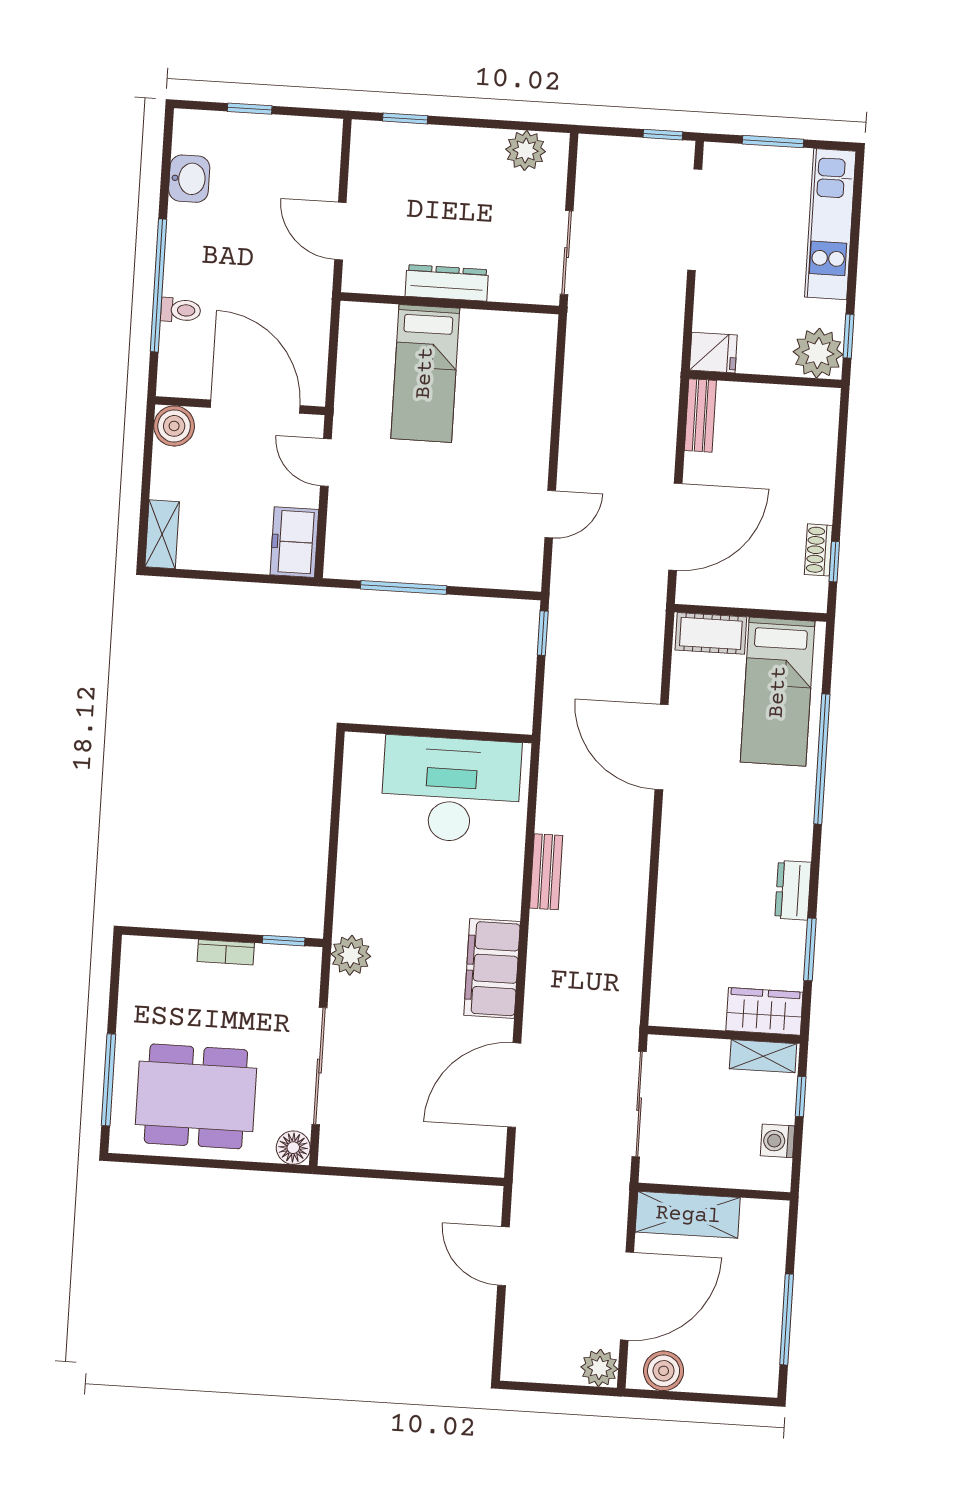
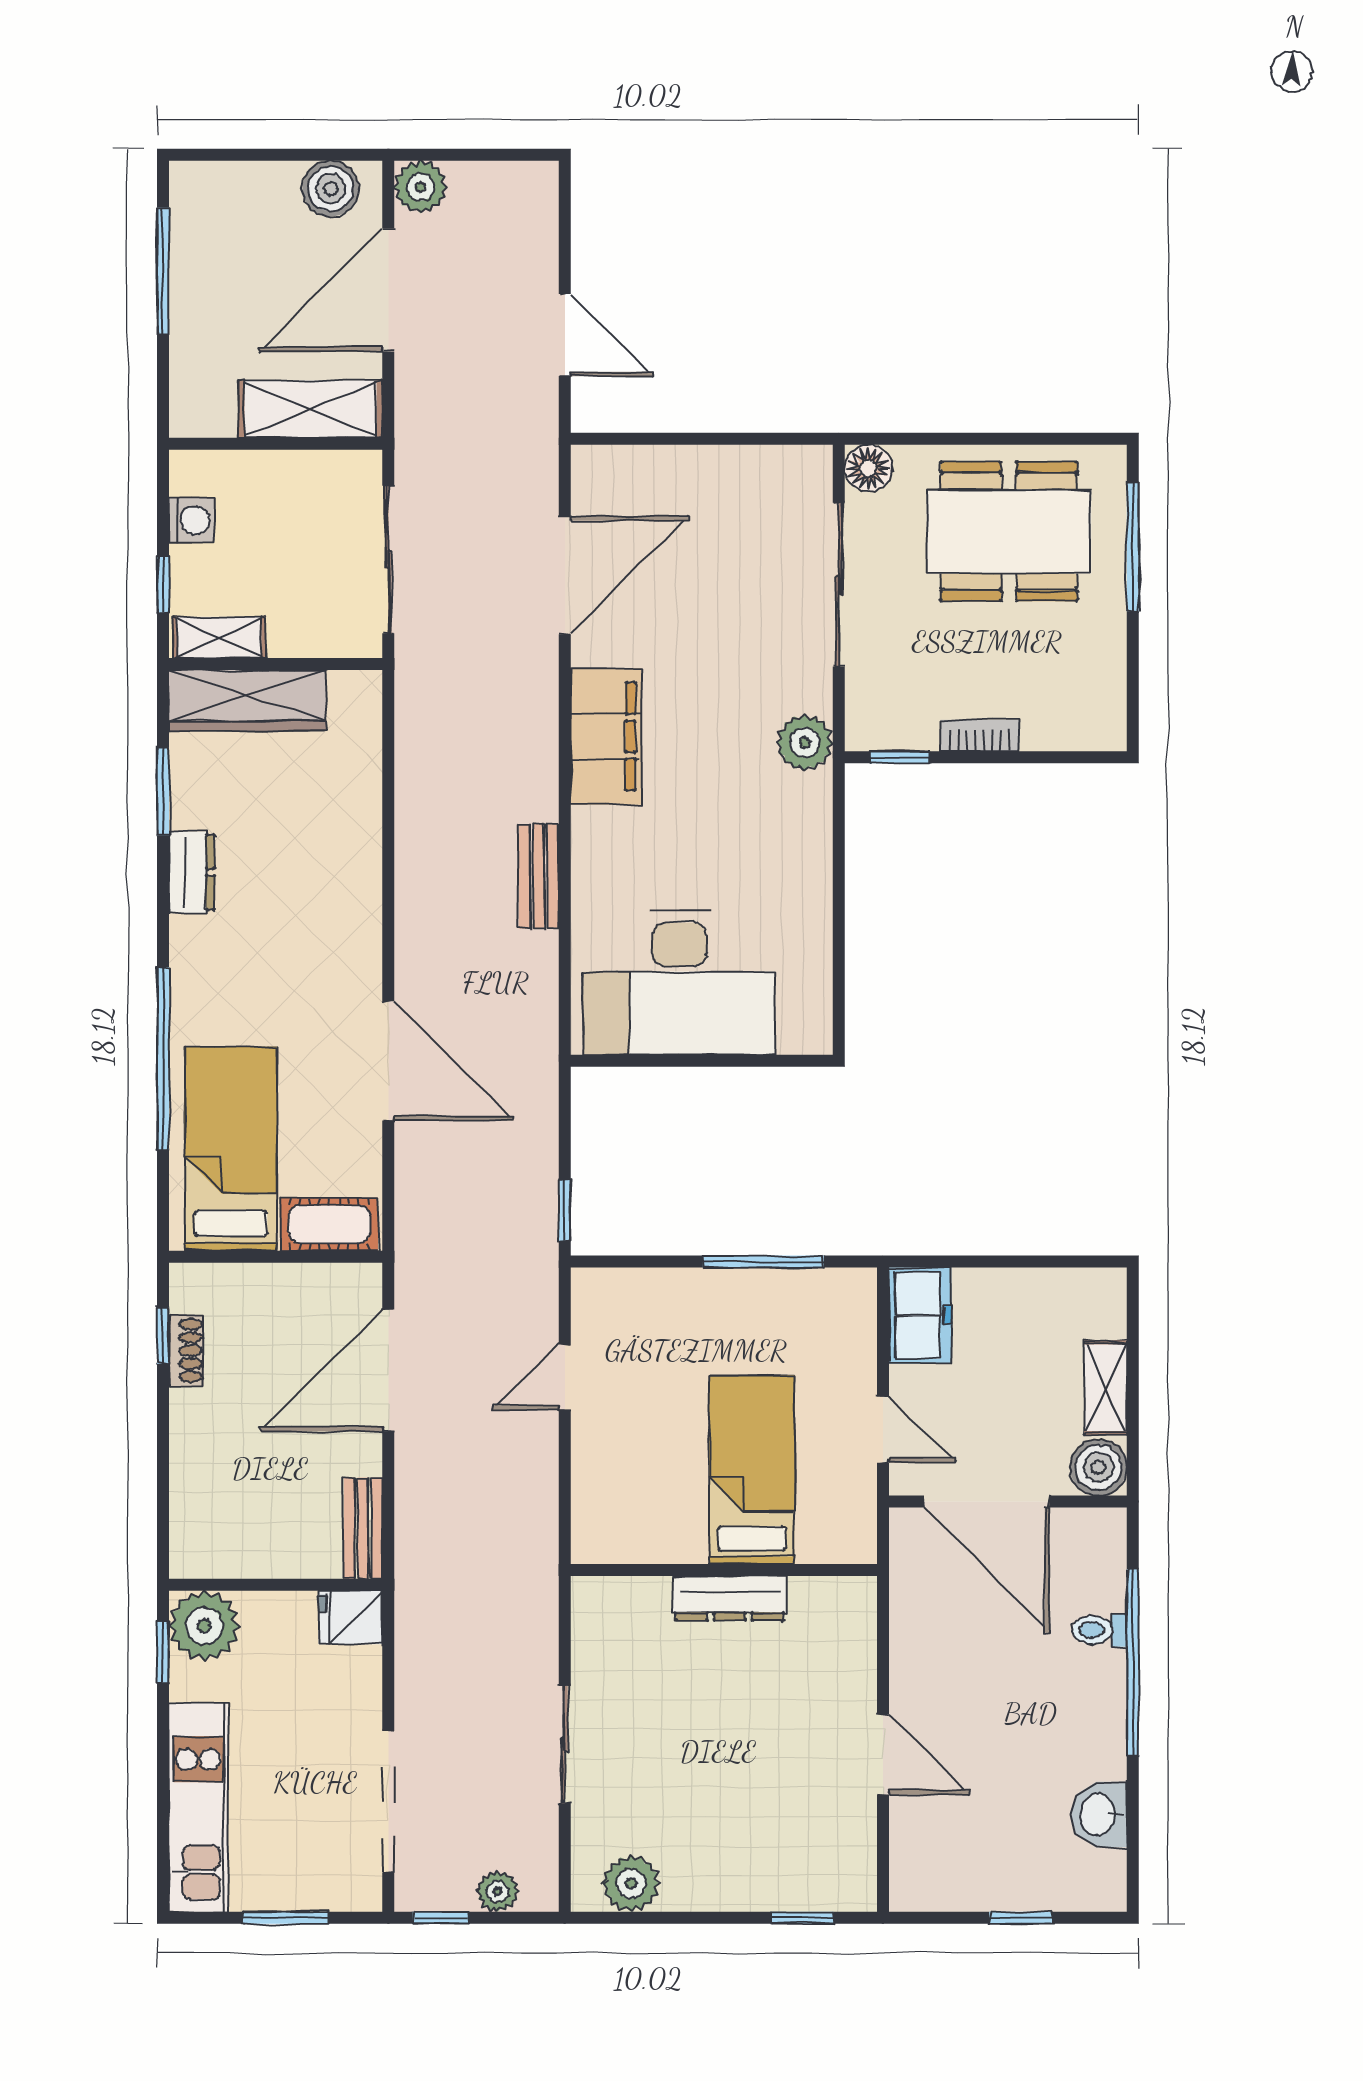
plant: (621, 151) -> (497, 1891), added
dresser: (447, 283) -> (730, 1598), moved
wall: (450, 303) -> (724, 1570), moved
bed: (425, 373) -> (752, 1470), moved
shelving: (162, 534) -> (1106, 1388), moved
wardrobe: (764, 1011) -> (247, 700), width x1.50

